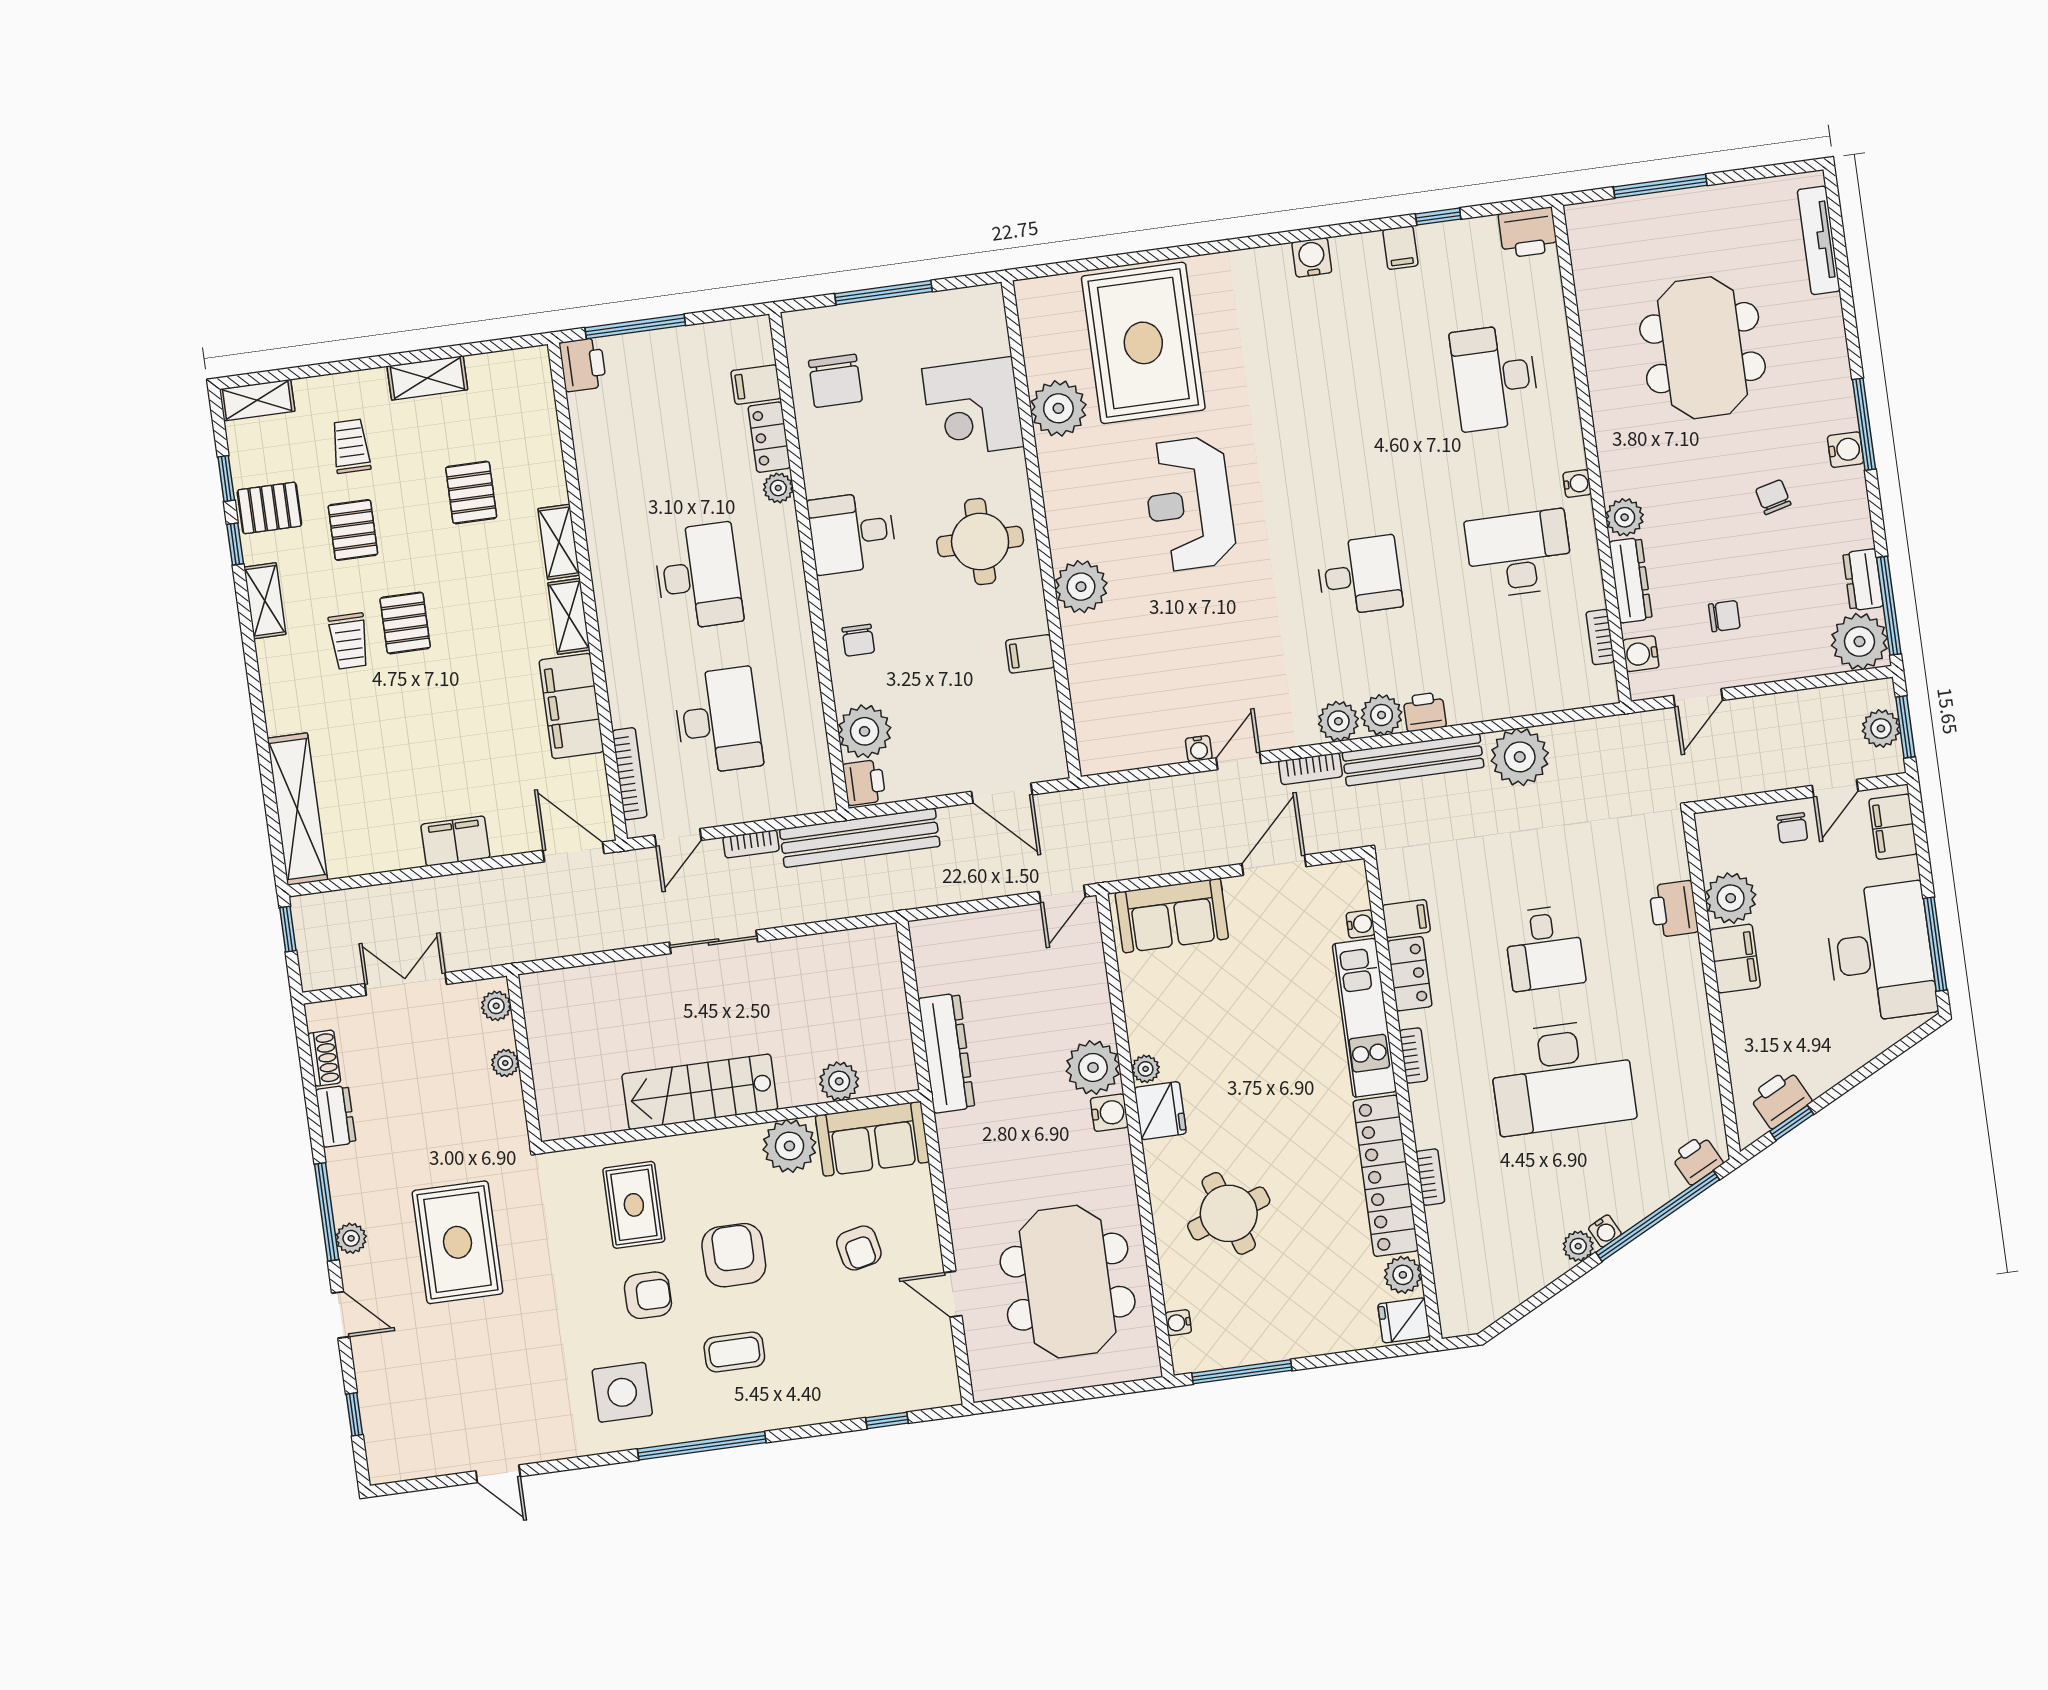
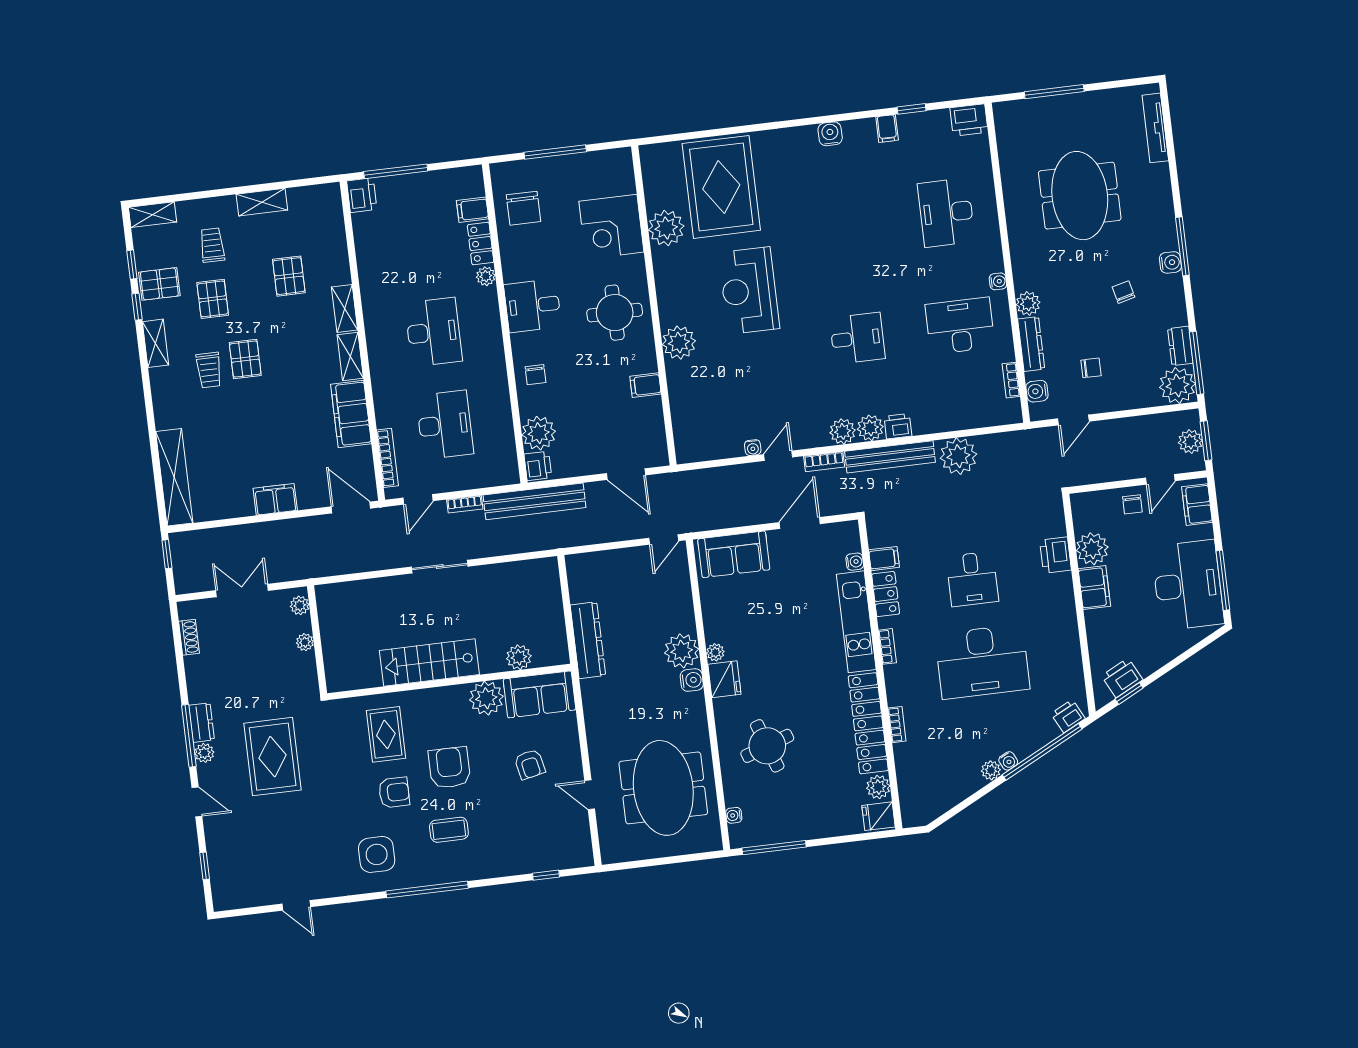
dresser: (336, 1116) -> (202, 723), moved

